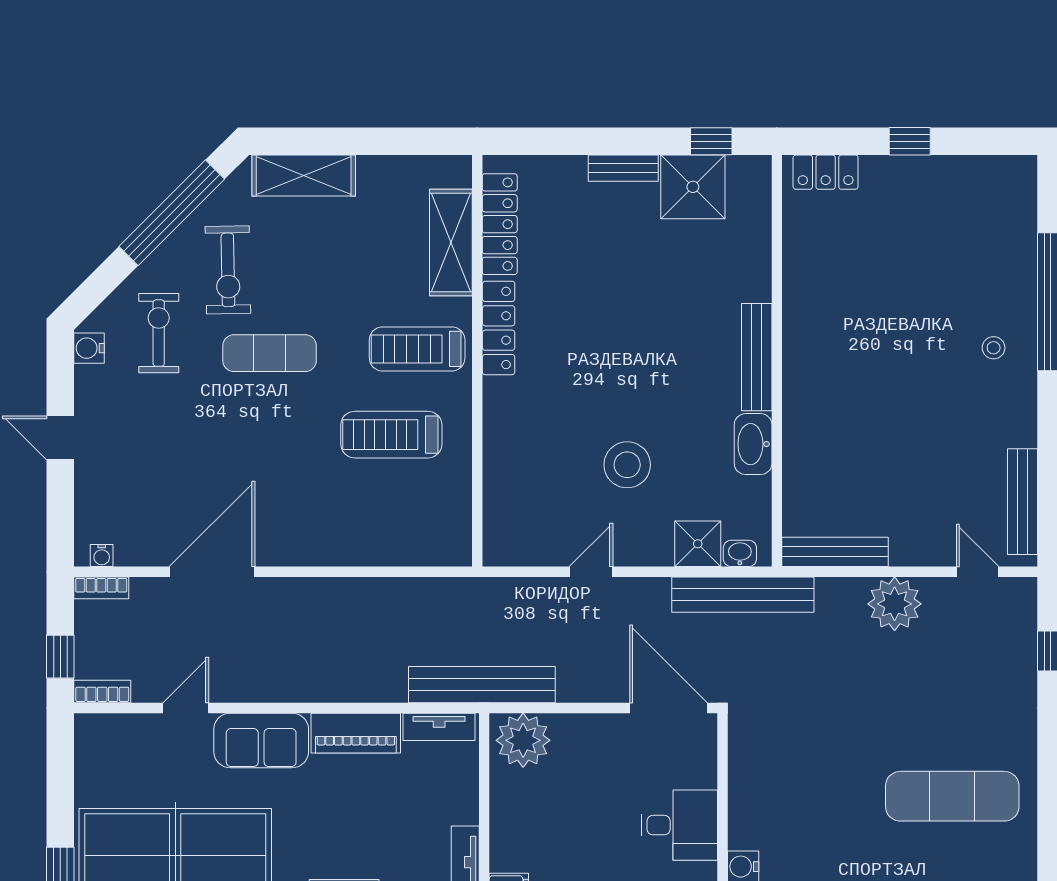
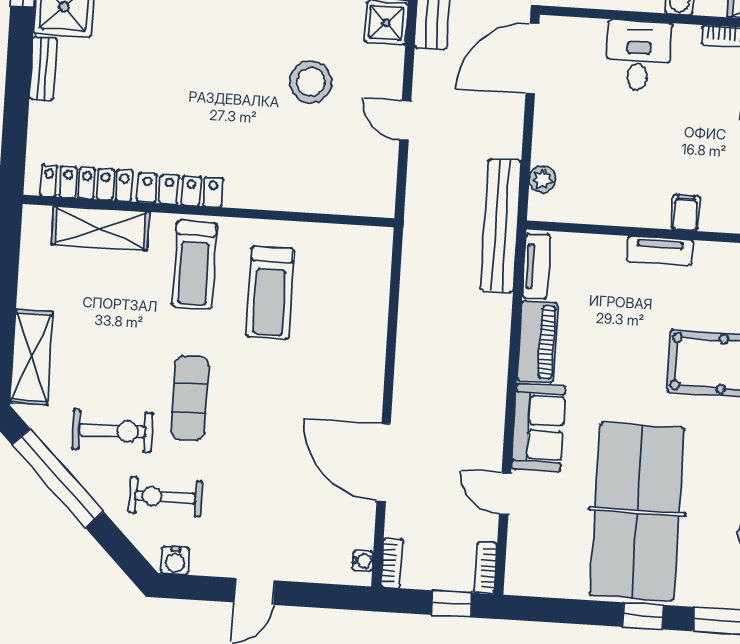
plant: (523, 740) -> (542, 179), width x0.53, depth x0.53

